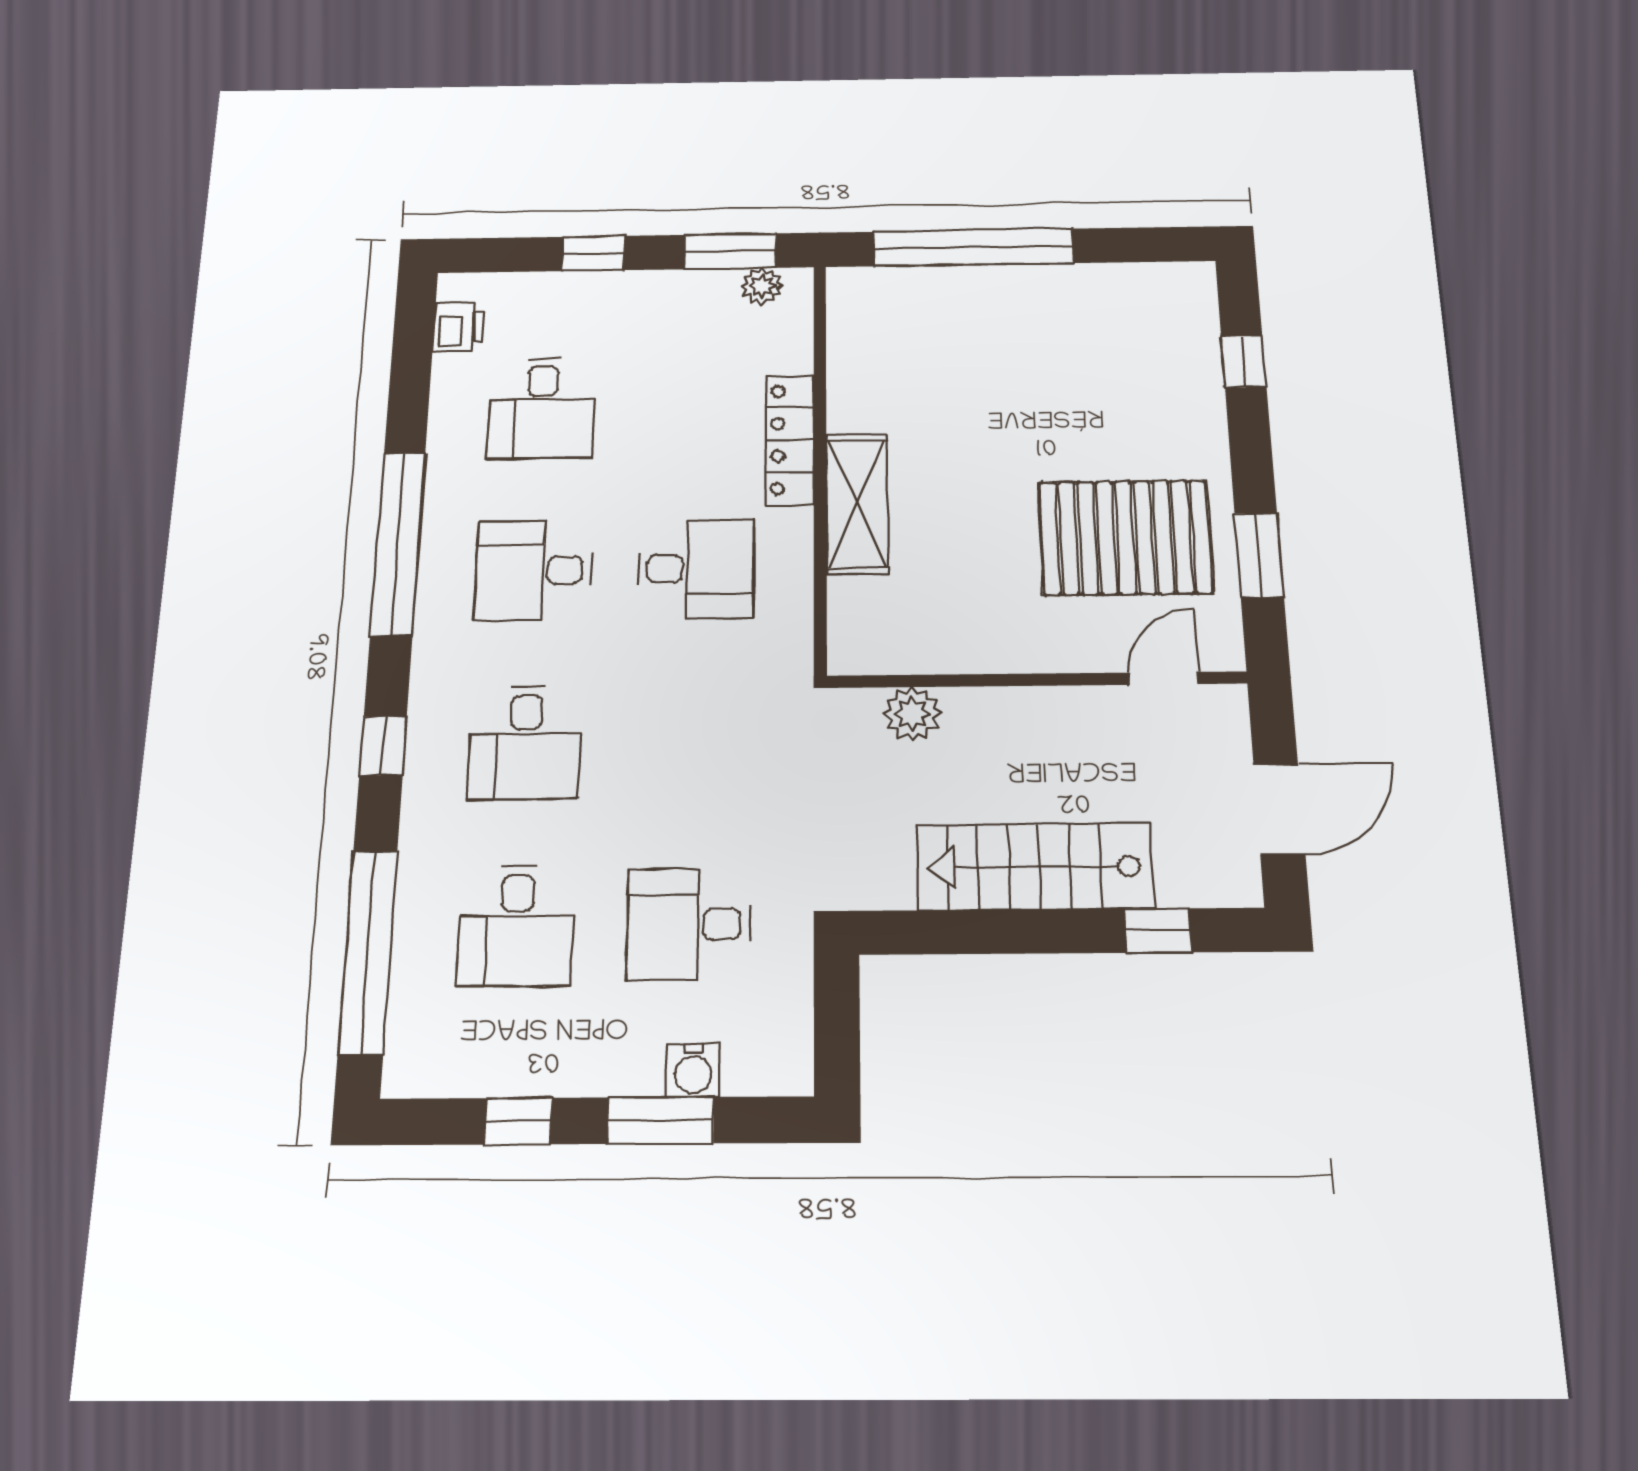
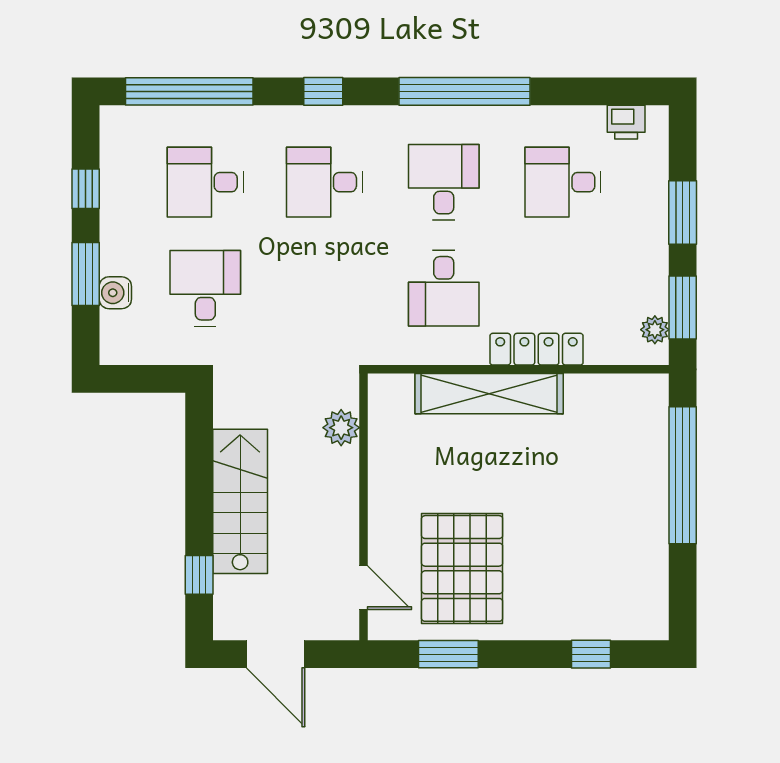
window: (593, 253) -> (683, 213), width x1.50
shelving: (857, 503) -> (489, 394), width x1.47

